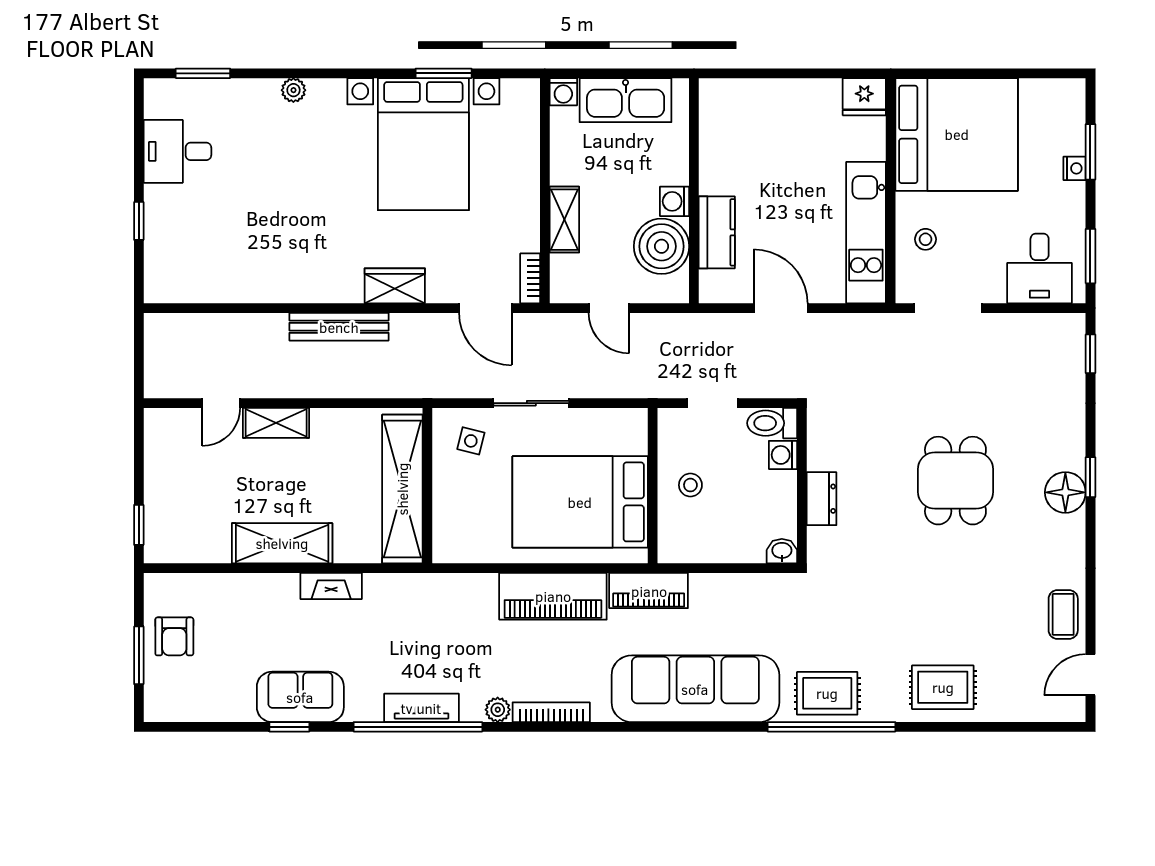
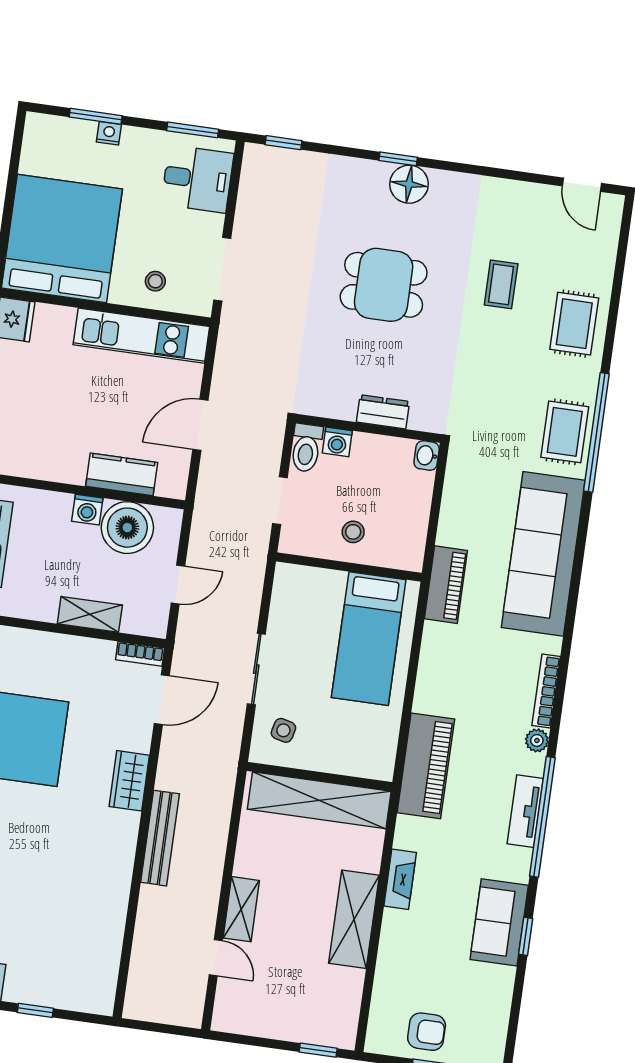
bed: (580, 502) -> (369, 639), width x0.67
piano: (553, 596) -> (426, 766), moved
coffee table: (1063, 614) -> (501, 284), moved, turned 90

